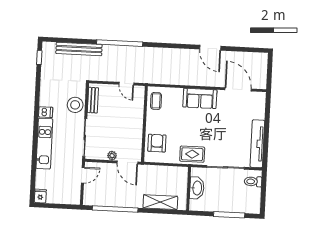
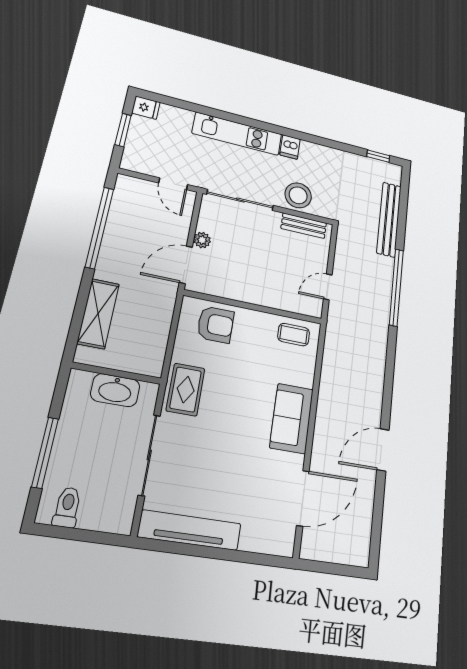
toilet: (253, 182) -> (67, 507), moved
window: (57, 206) -> (123, 130), added

